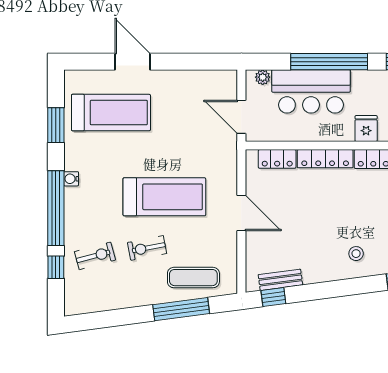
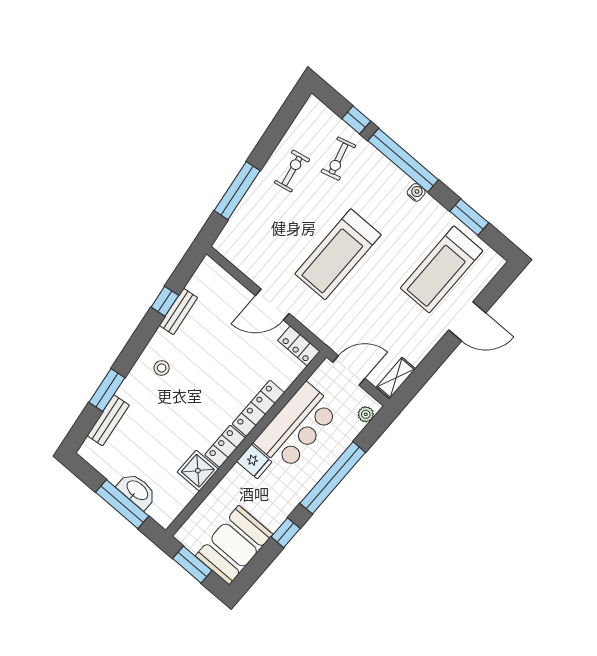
shelving: (218, 78) -> (396, 378), added
bar counter: (311, 91) -> (297, 426), moved, turned 180
locker: (277, 159) -> (299, 346), moved, turned -90
exercise bike: (147, 248) -> (292, 171), moved
exercise mat: (193, 278) -> (254, 222), removed
bench: (280, 280) -> (178, 311), moved
window: (273, 297) -> (165, 301), moved

